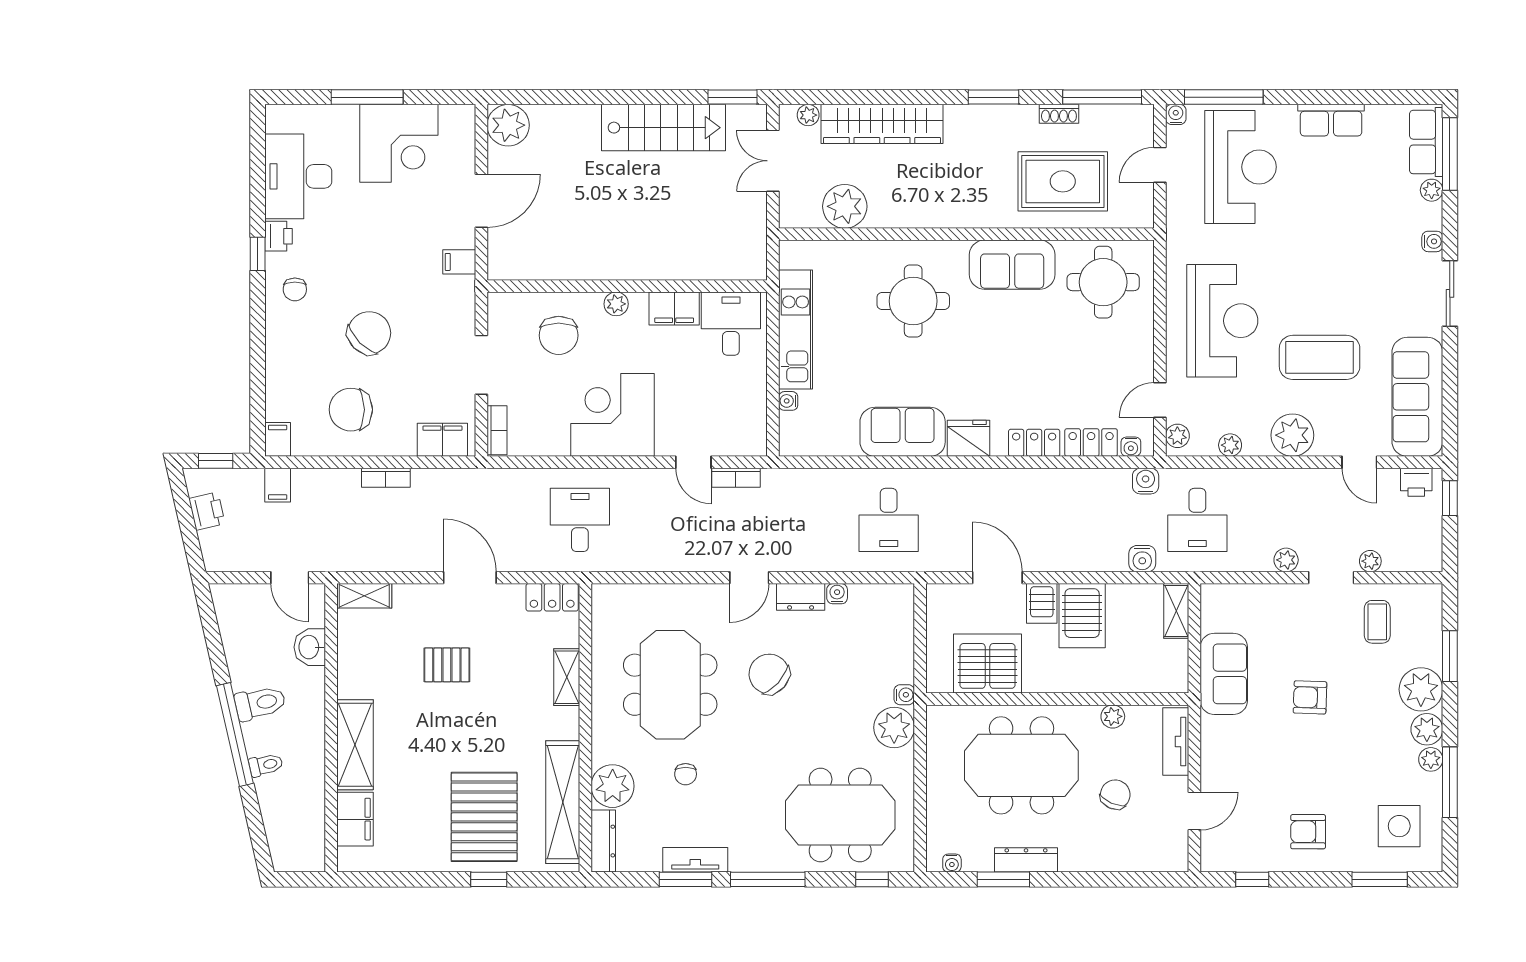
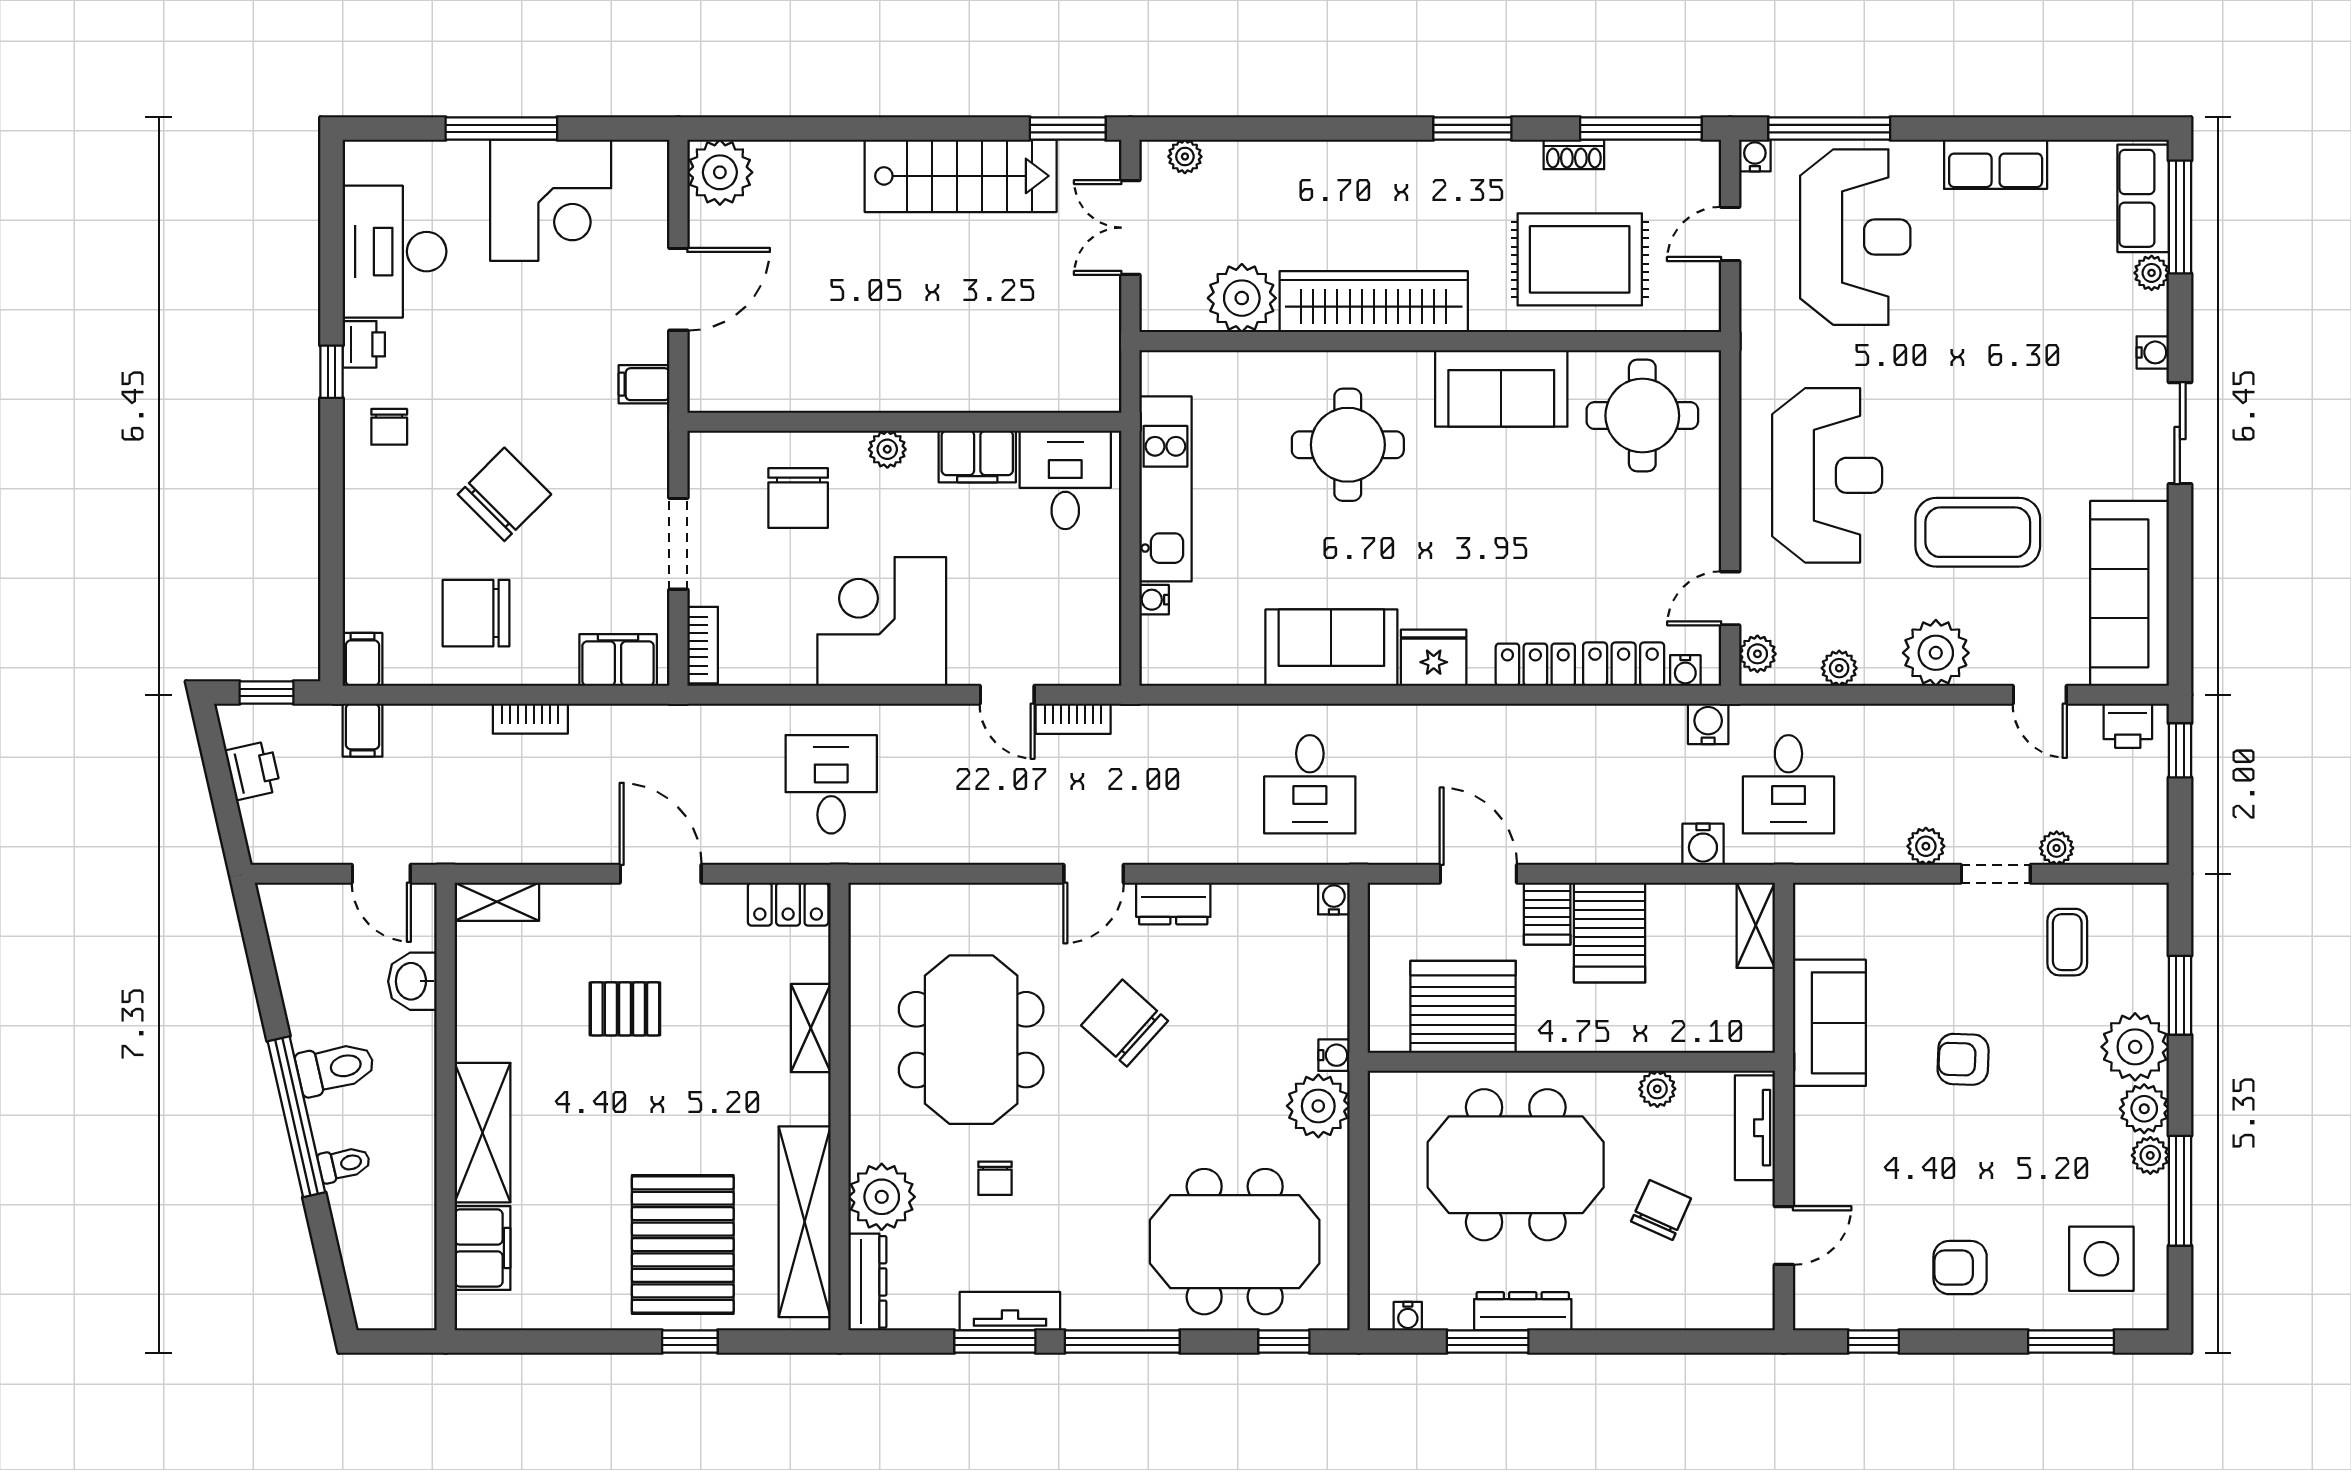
wardrobe: (882, 124) -> (1374, 302), moved, turned 180
water cooler: (837, 594) -> (1334, 899), moved

